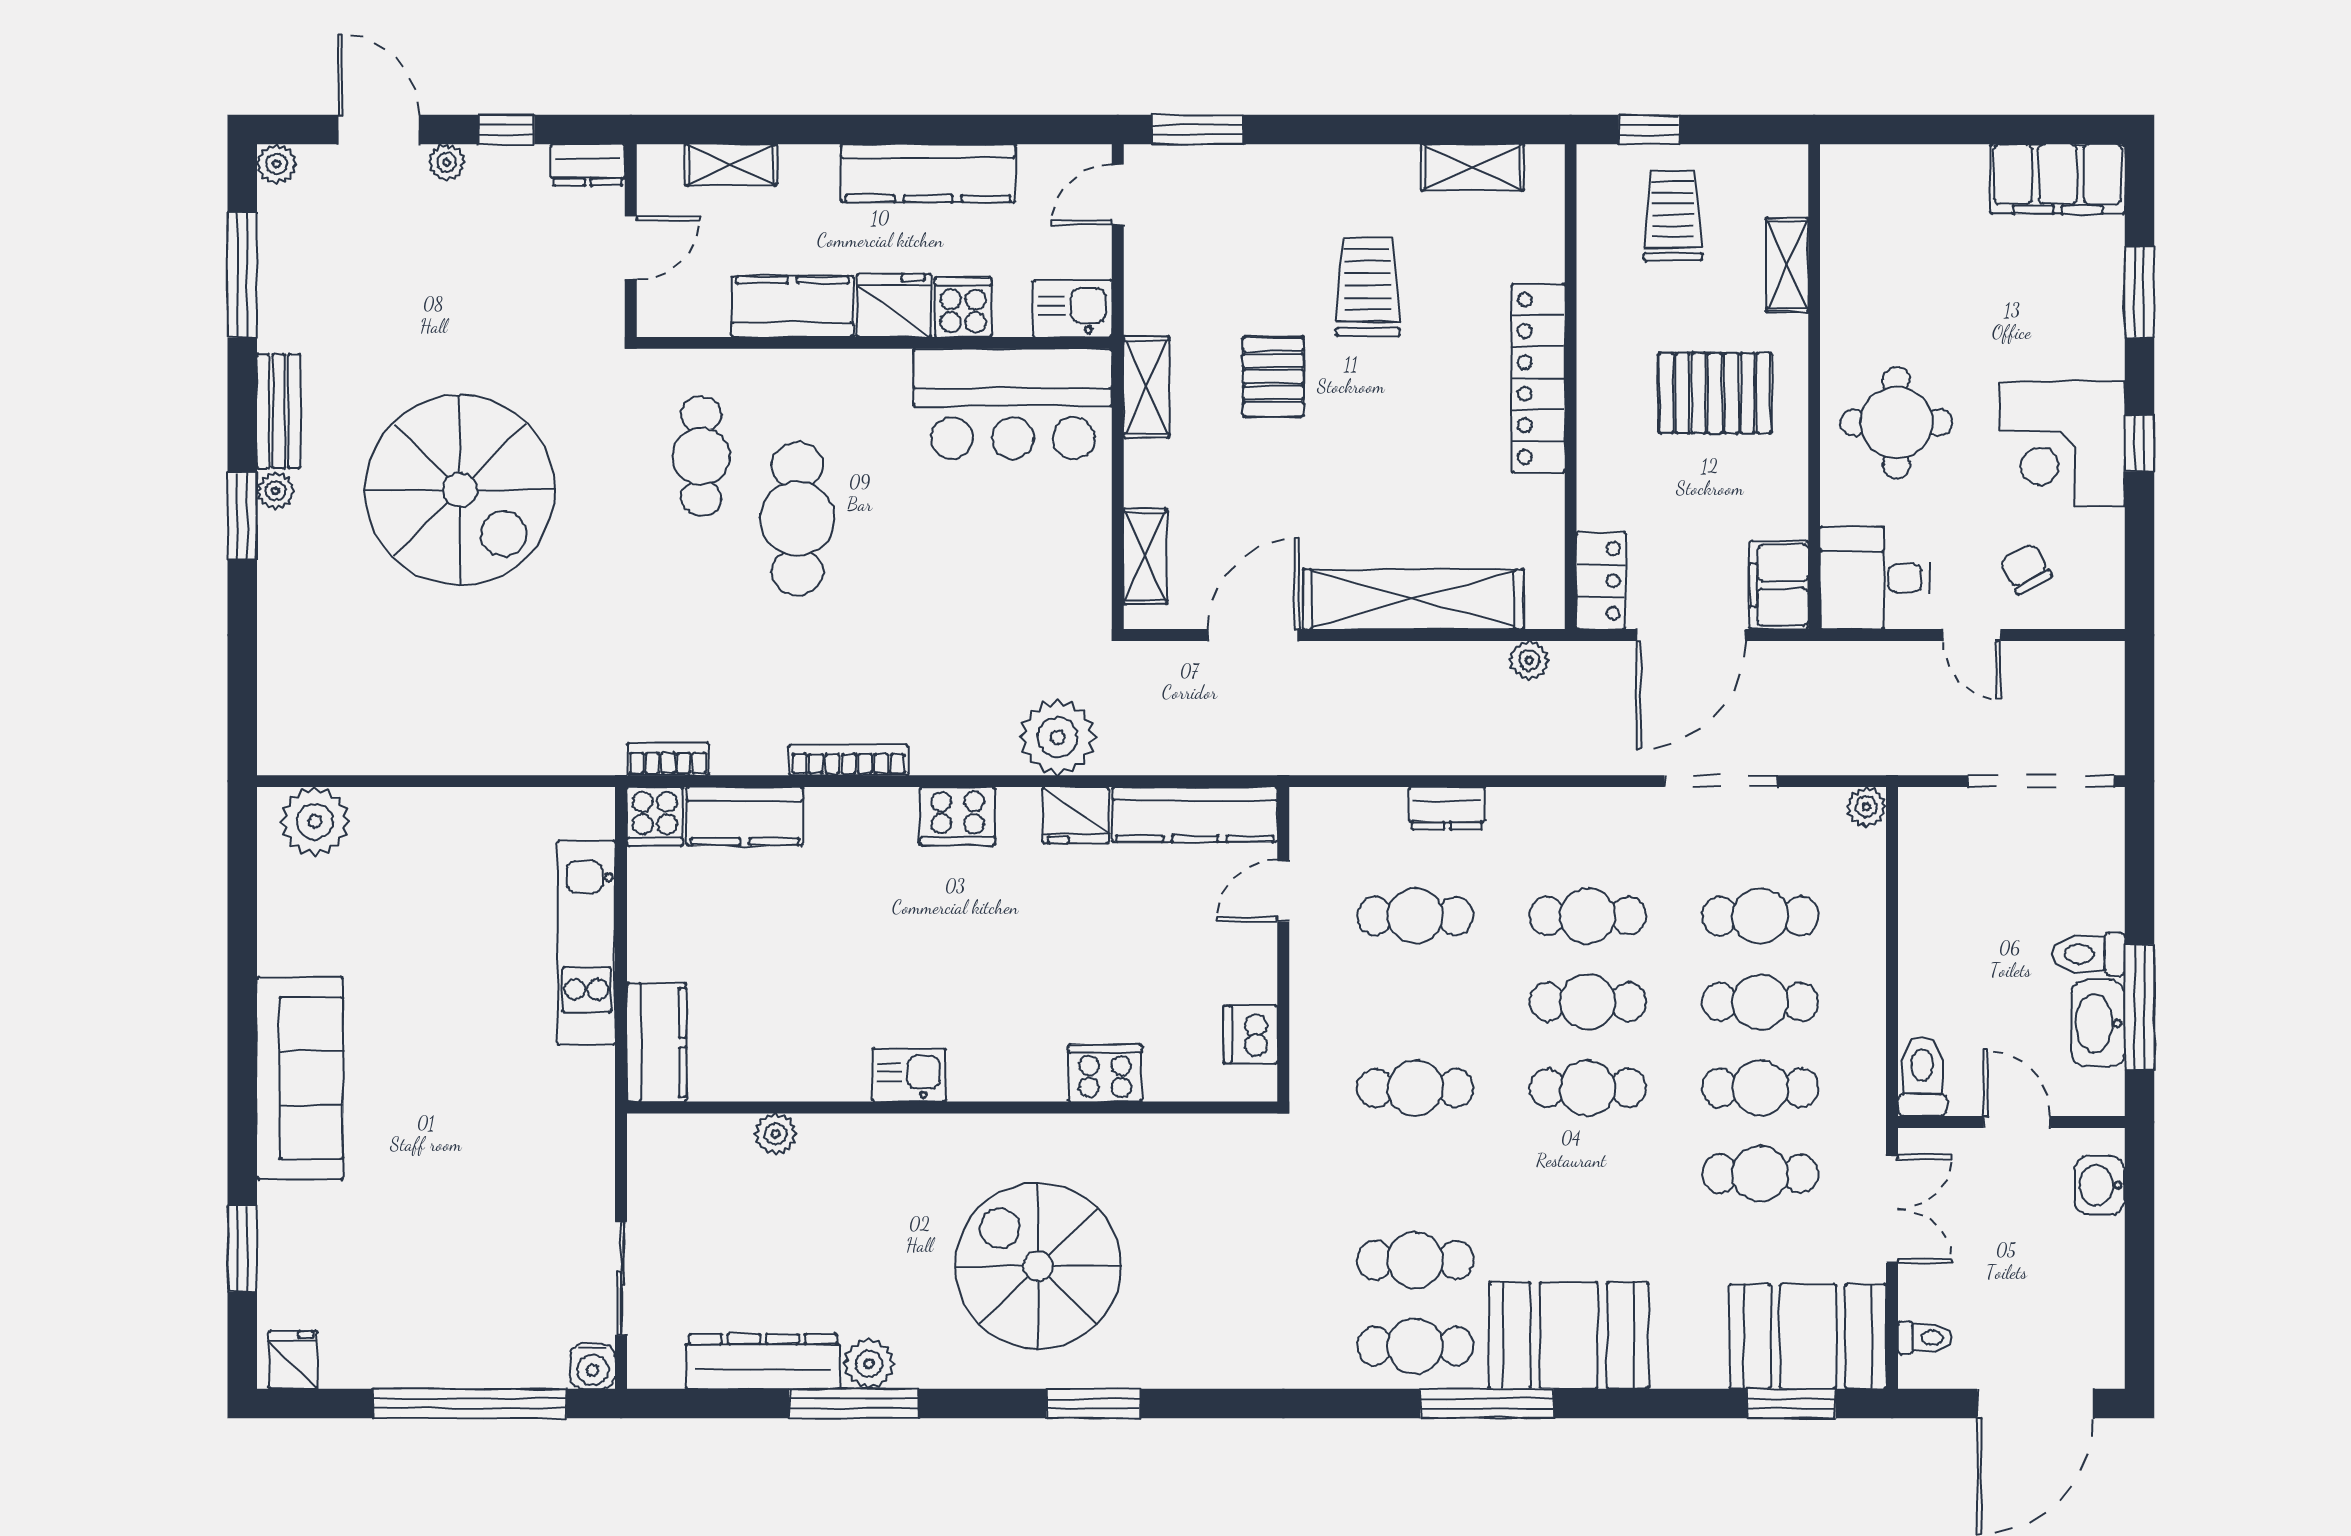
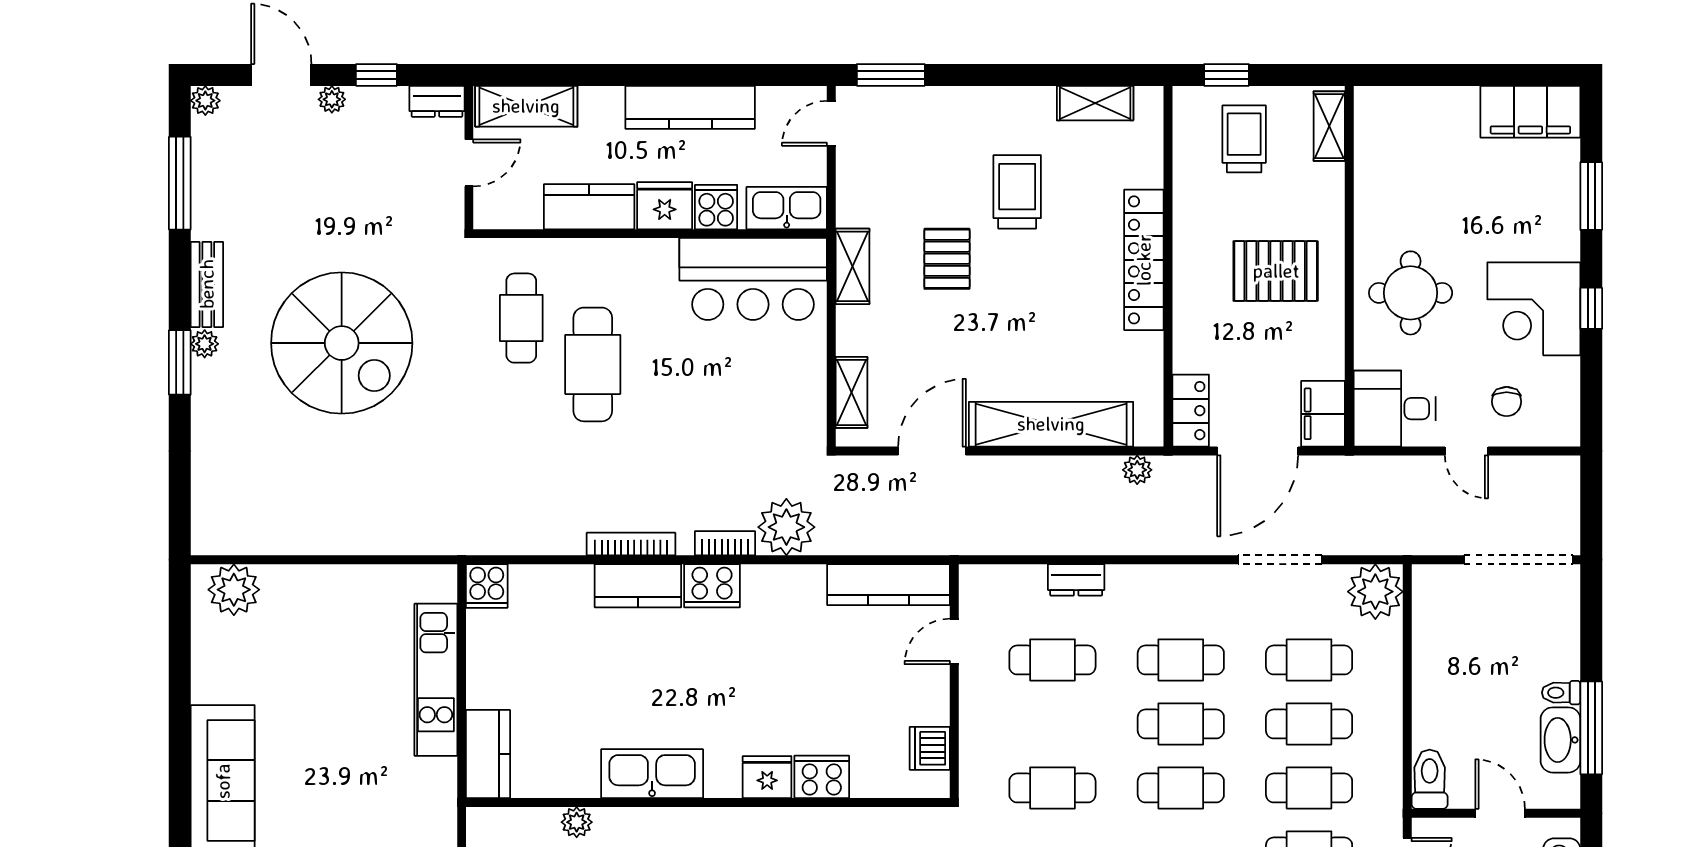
shelving: (731, 165) -> (526, 106), width x1.50, depth x1.33
shelving: (1787, 265) -> (1329, 126), moved
kitchen sink: (1073, 309) -> (787, 208), width x1.38
chair: (2026, 569) -> (1507, 402), turned -150
bookcase: (668, 759) -> (725, 543), moved
plant: (1866, 807) -> (1375, 592), width x1.88, depth x1.88
fridge: (1076, 815) -> (767, 777), moved, turned 180
kitchen counter: (745, 816) -> (638, 586), moved
toilet: (2089, 954) -> (1561, 693), width x0.73, depth x0.72
kitchen sink: (909, 1075) -> (652, 774), width x1.88, depth x1.24

